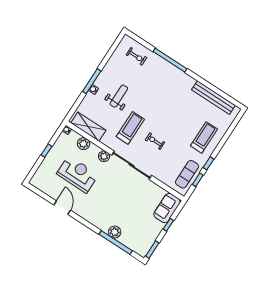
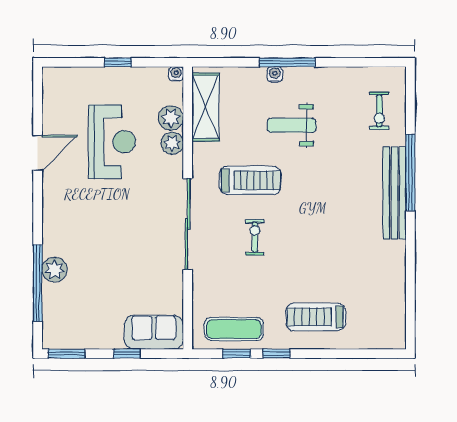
weight bench: (119, 96) -> (292, 125), turned 180
bench: (213, 98) -> (395, 193), moved
treadmill: (204, 137) -> (316, 317), turned 180
plant: (104, 156) -> (172, 143), moved

